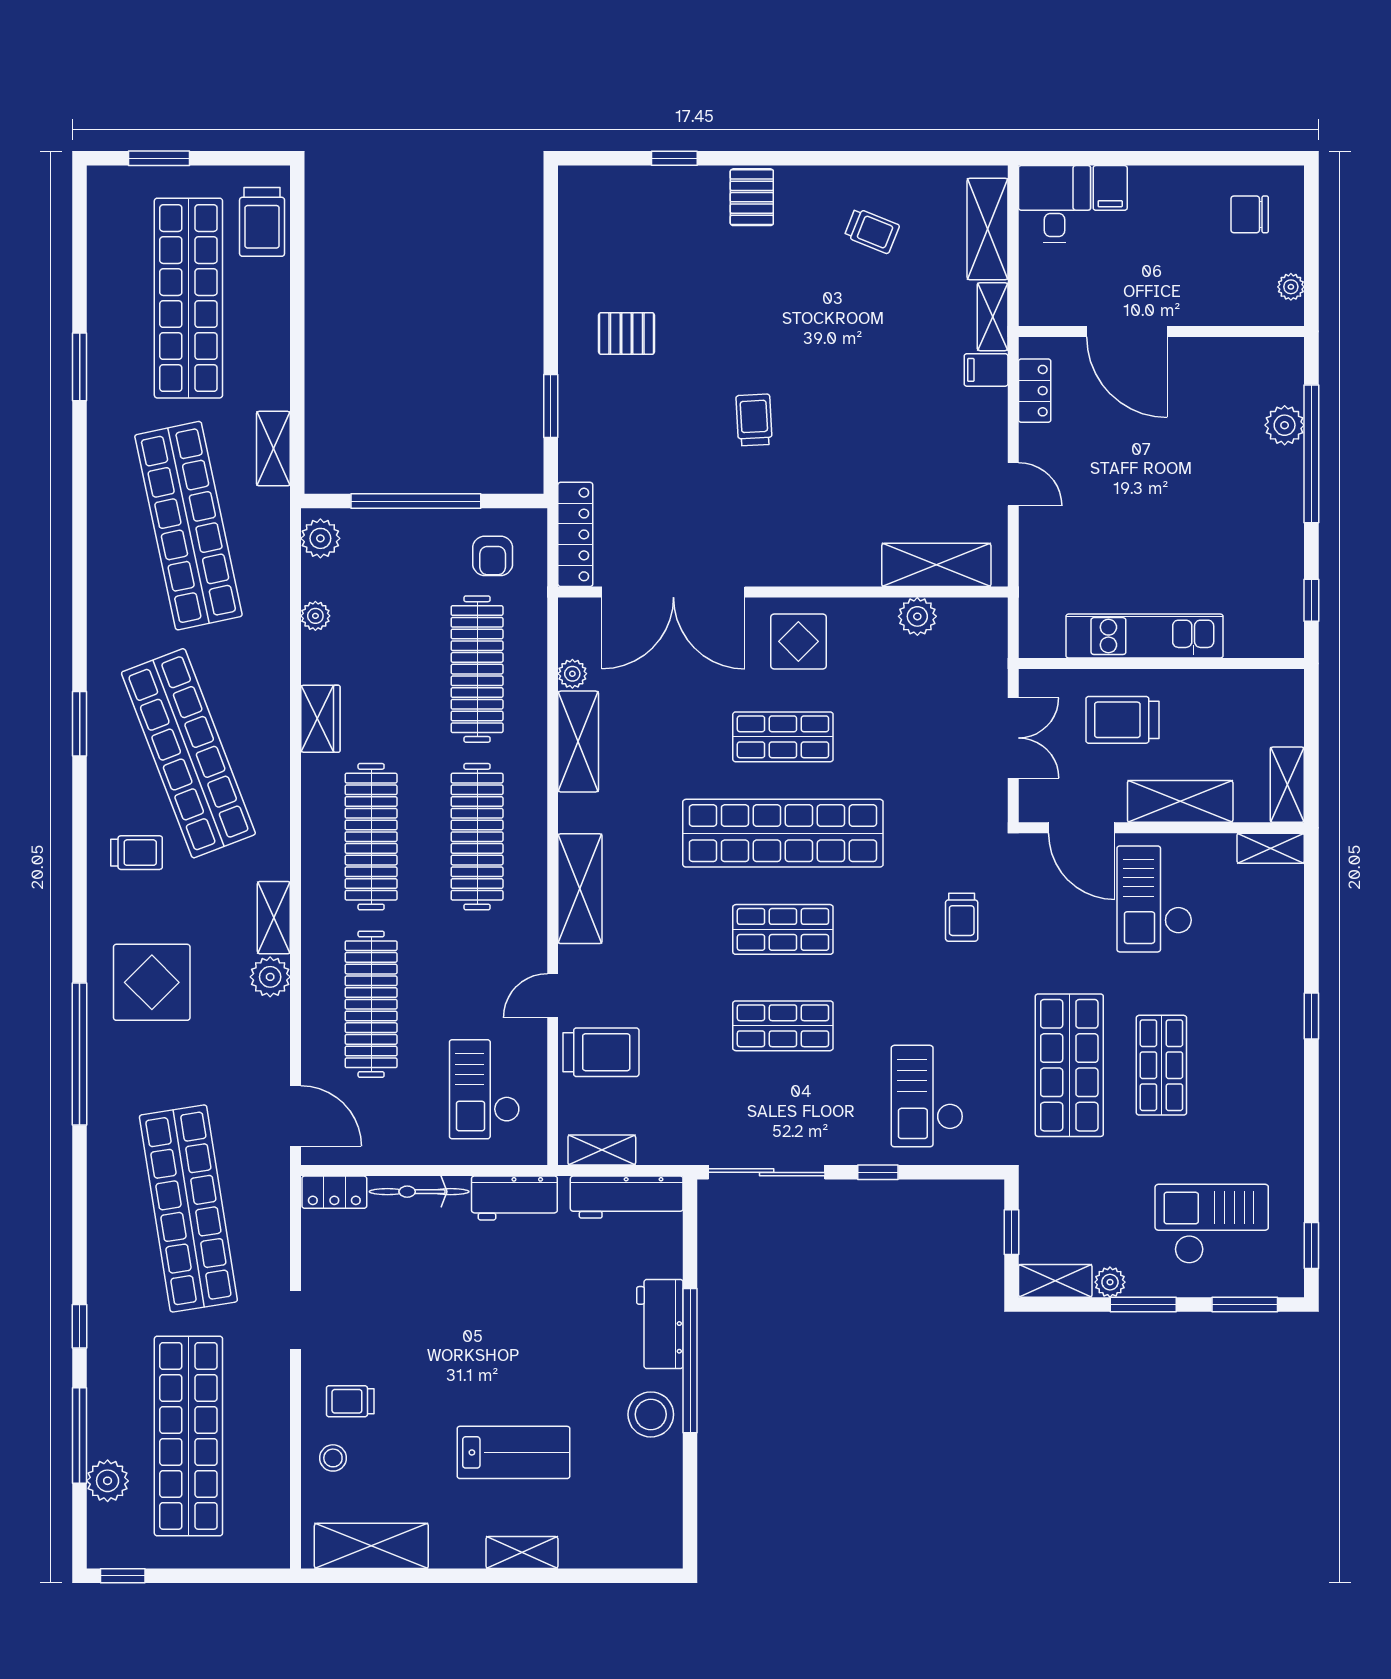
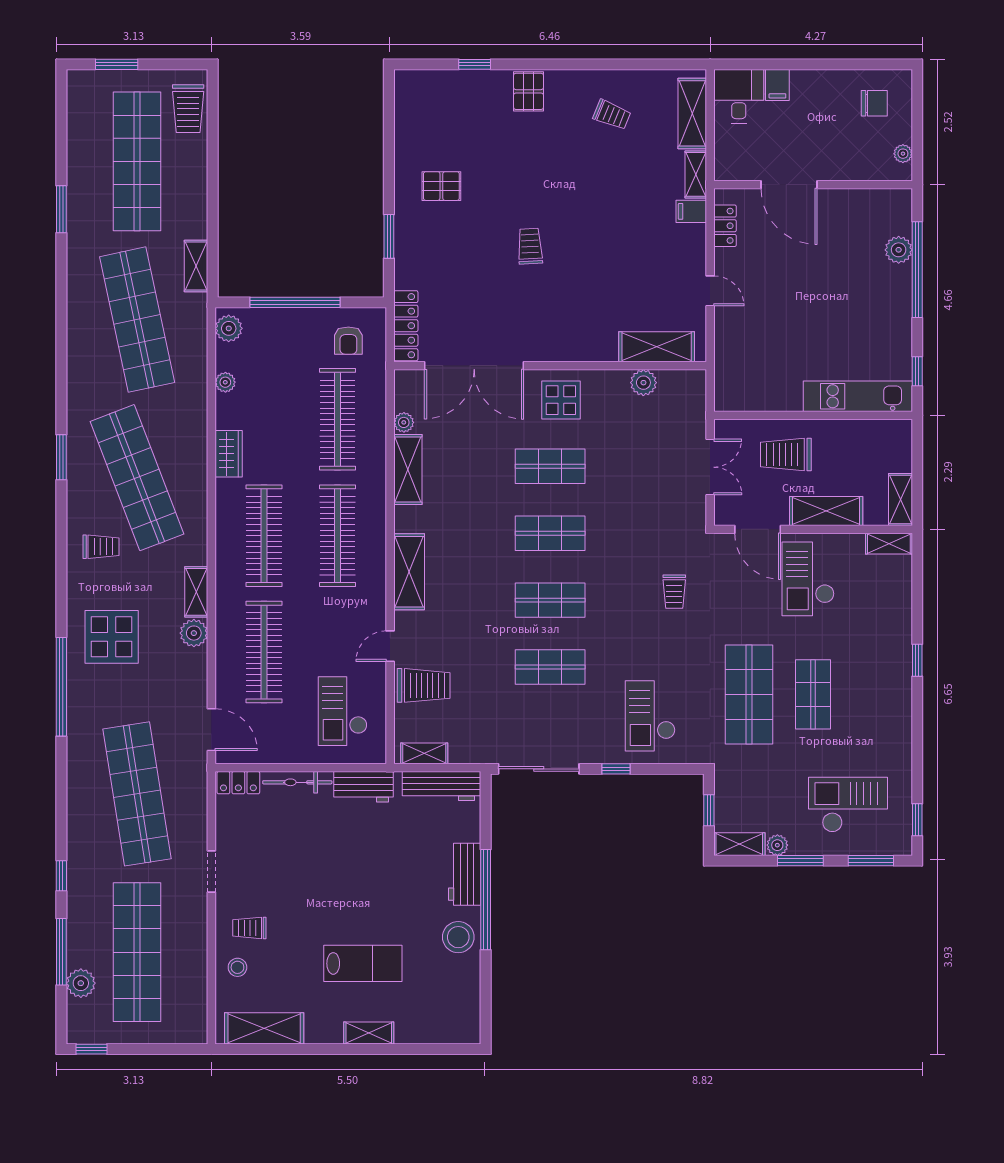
chair: (1250, 214) -> (874, 103), turned 180
kitchen unit: (1145, 636) -> (858, 396), moved
shop shelf: (783, 833) -> (550, 533), width x0.50, depth x0.74

